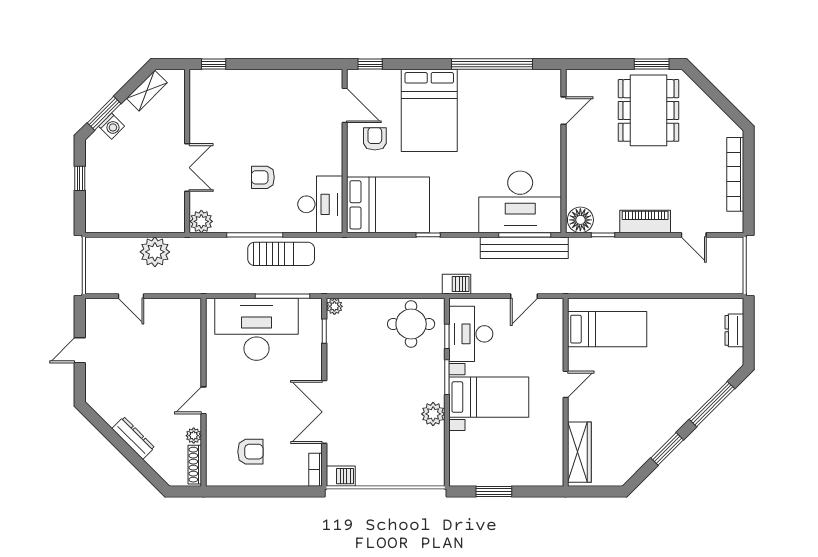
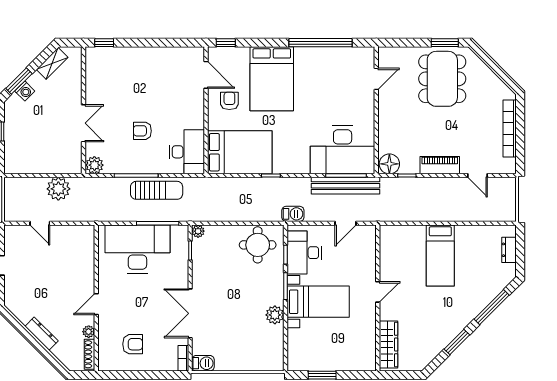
bed: (607, 329) -> (440, 256), moved, turned 90

